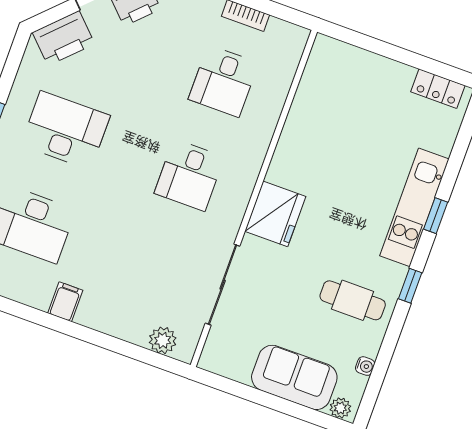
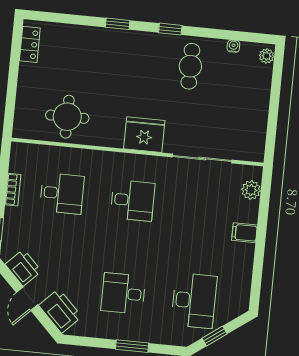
round table: (326, 115) -> (67, 117), added
desk: (66, 130) -> (123, 293), width x0.73
kitchen unit: (414, 207) -> (116, 40), removed
filing cabinet: (65, 302) -> (244, 233), moved
sofa: (294, 377) -> (254, 93), removed

